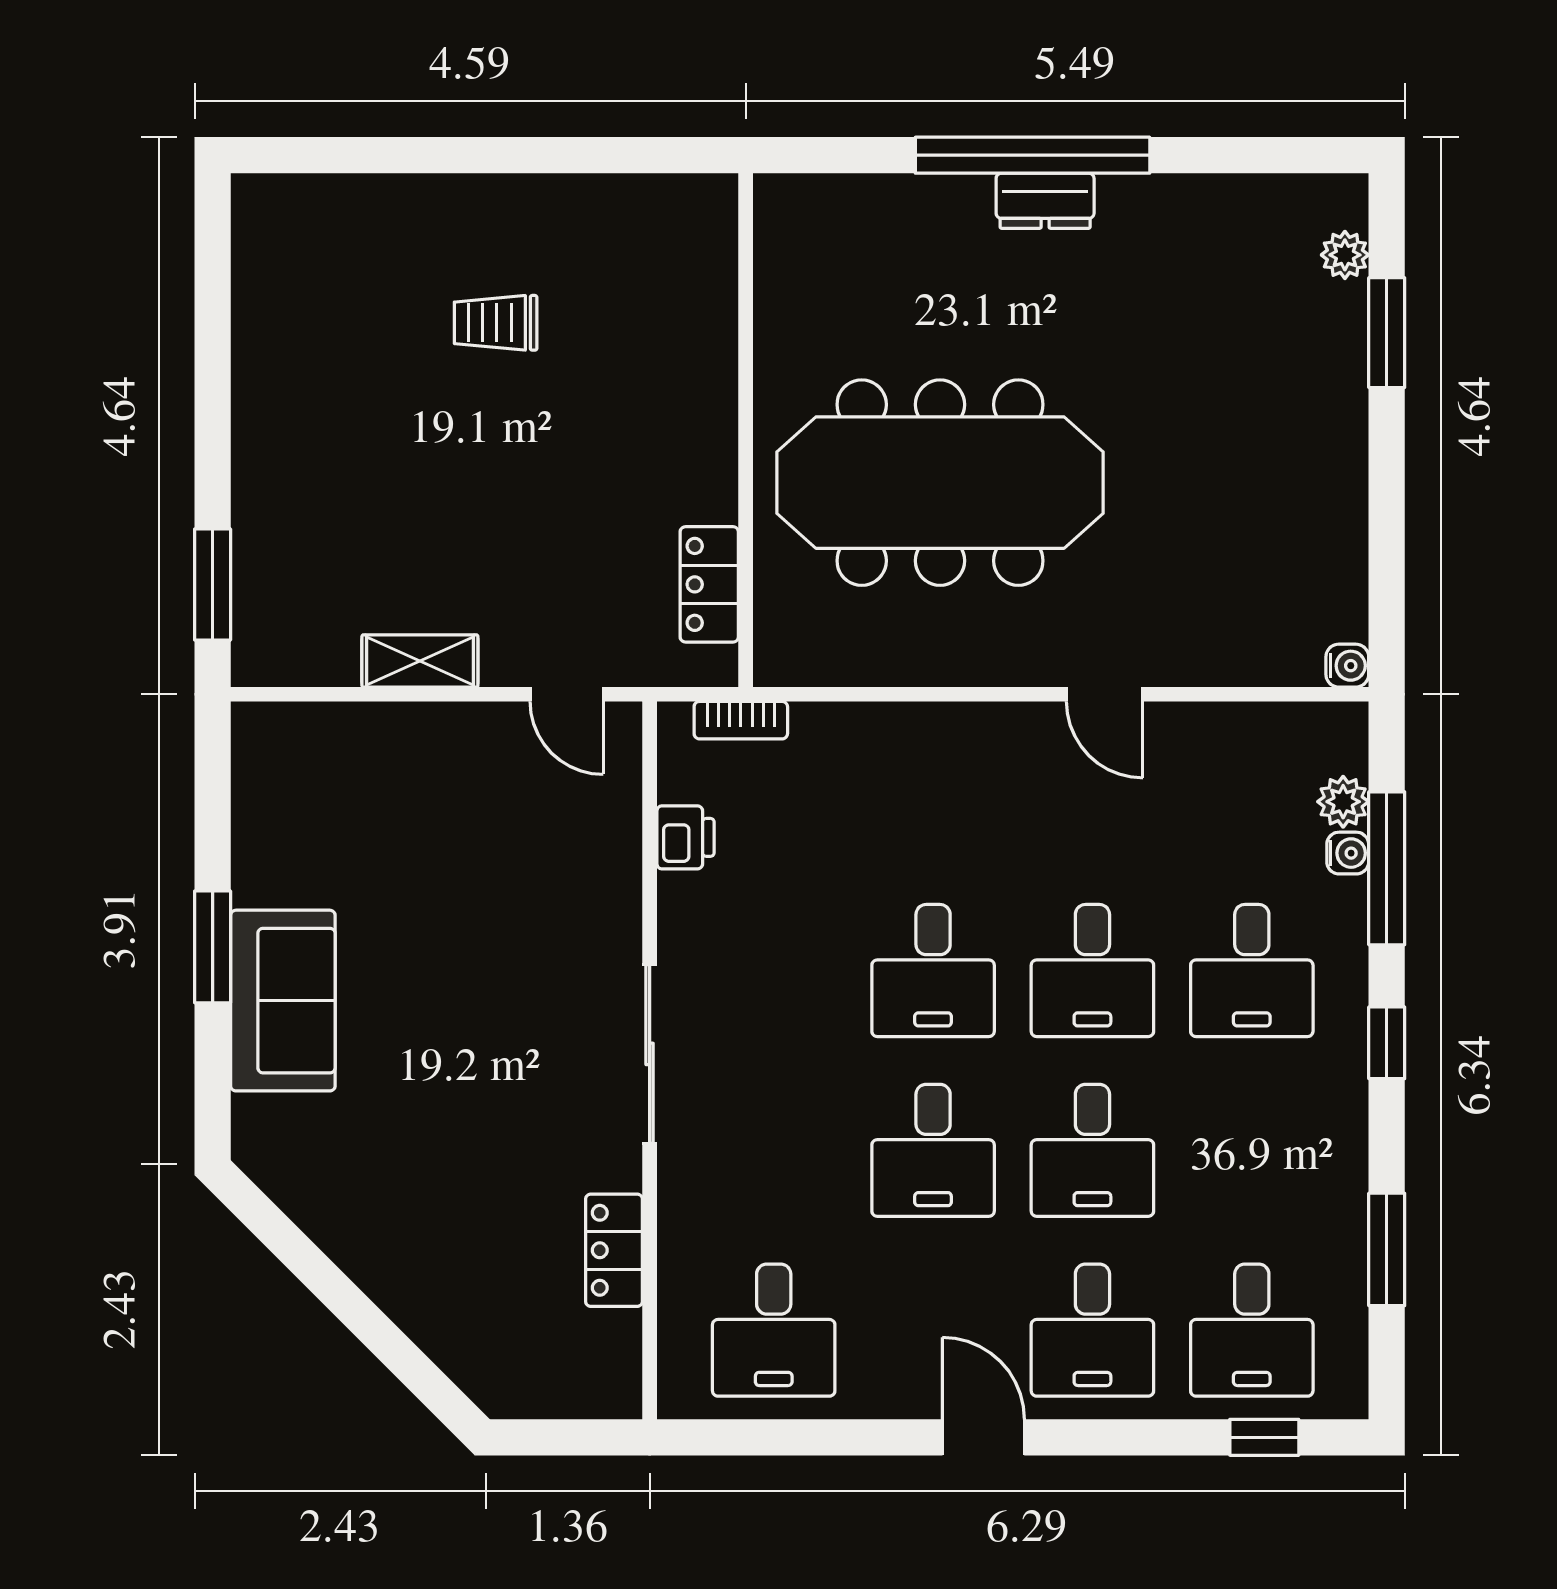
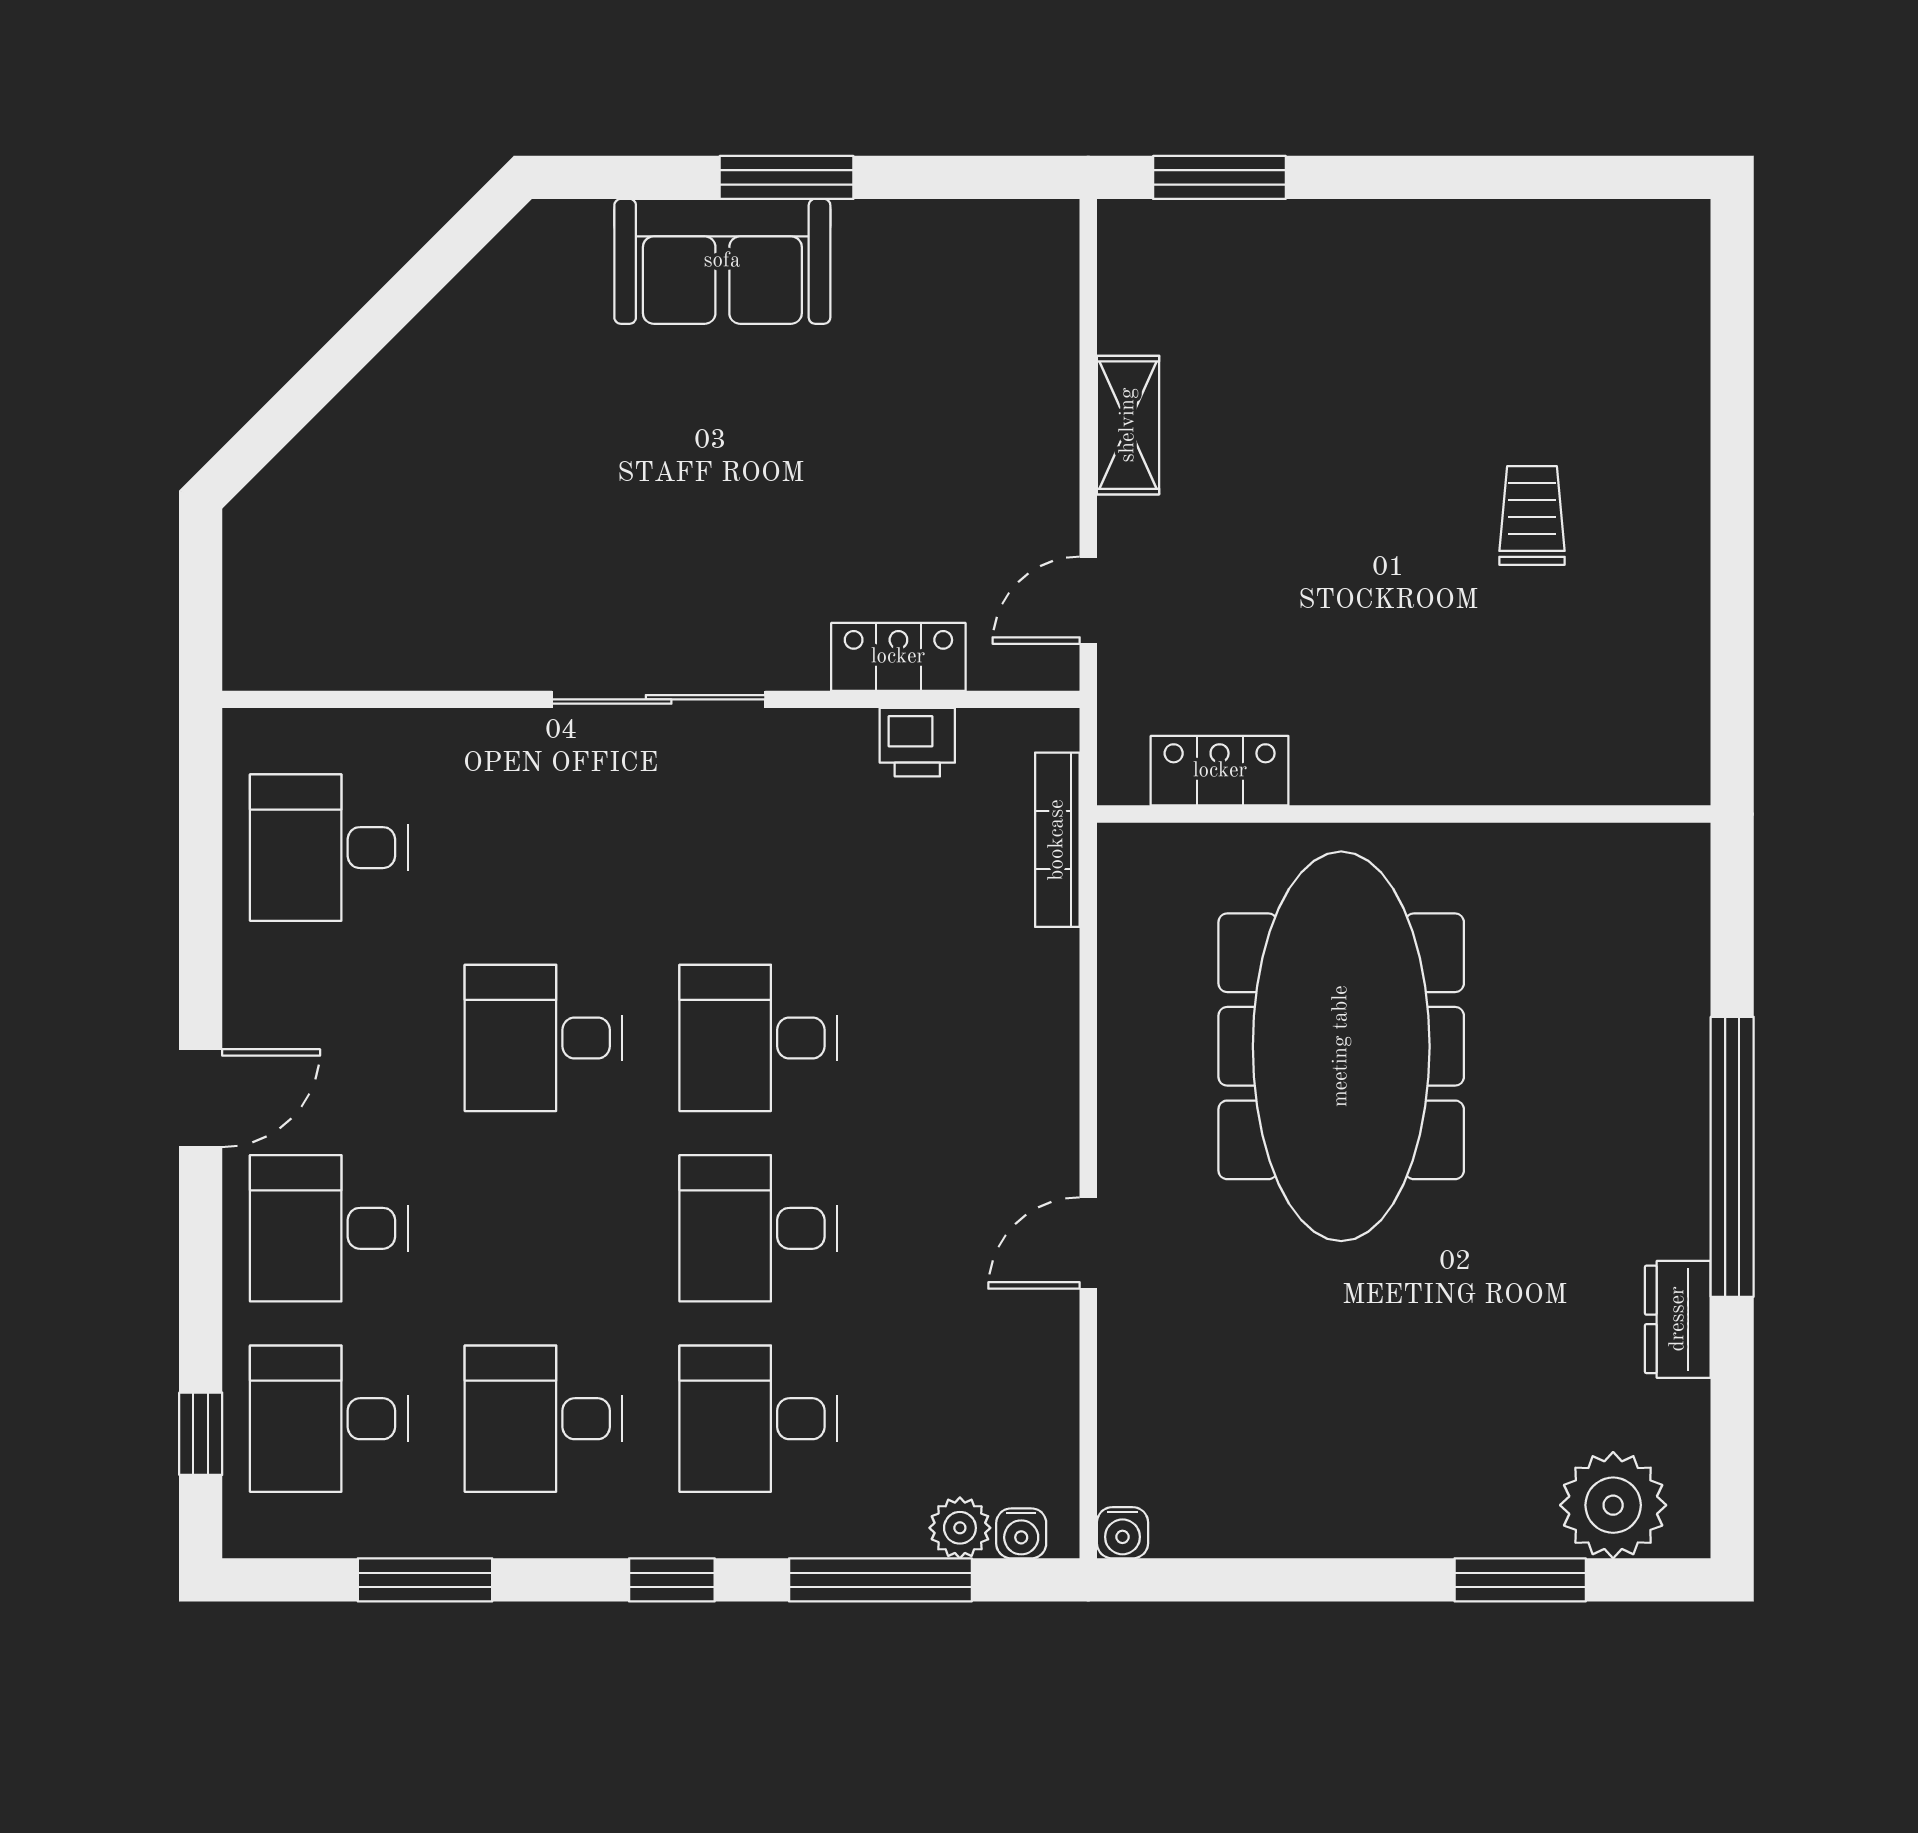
dresser: (1045, 201) -> (1678, 1319), moved
plant: (1345, 255) -> (1613, 1505), width x1.87, depth x1.87
bookcase: (741, 720) -> (1057, 840), width x1.56
water cooler: (1348, 853) -> (1021, 1533), moved
desk: (1092, 1150) -> (544, 1419), moved
locker: (614, 1250) -> (898, 657), moved

